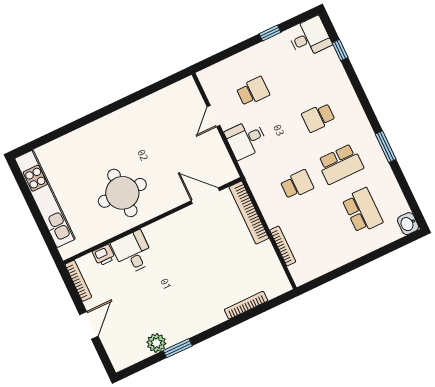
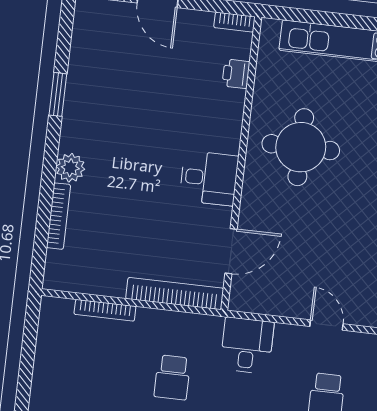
desk: (246, 139) -> (247, 345), moved
desk: (133, 252) -> (209, 178), moved
bookcase: (78, 281) -> (234, 22), width x0.64
plant: (156, 343) -> (70, 168), moved

